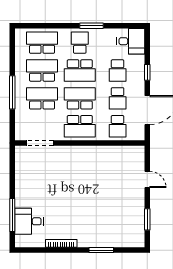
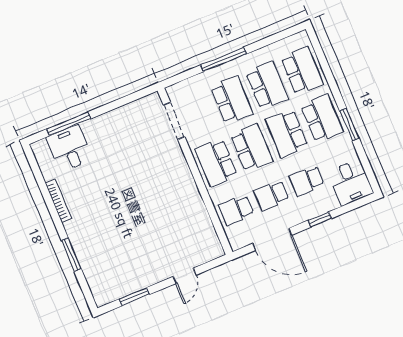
school desk: (80, 43) -> (322, 119), width x1.85

